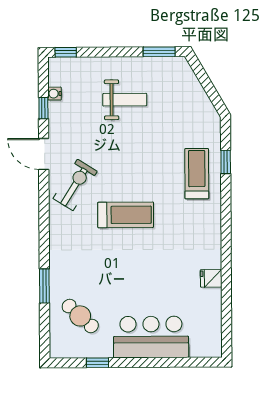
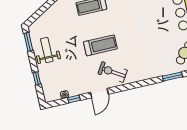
window: (66, 52) -> (37, 78), moved
weight bench: (125, 100) -> (47, 50), moved
treadmill: (126, 215) -> (100, 45), moved, turned 90

